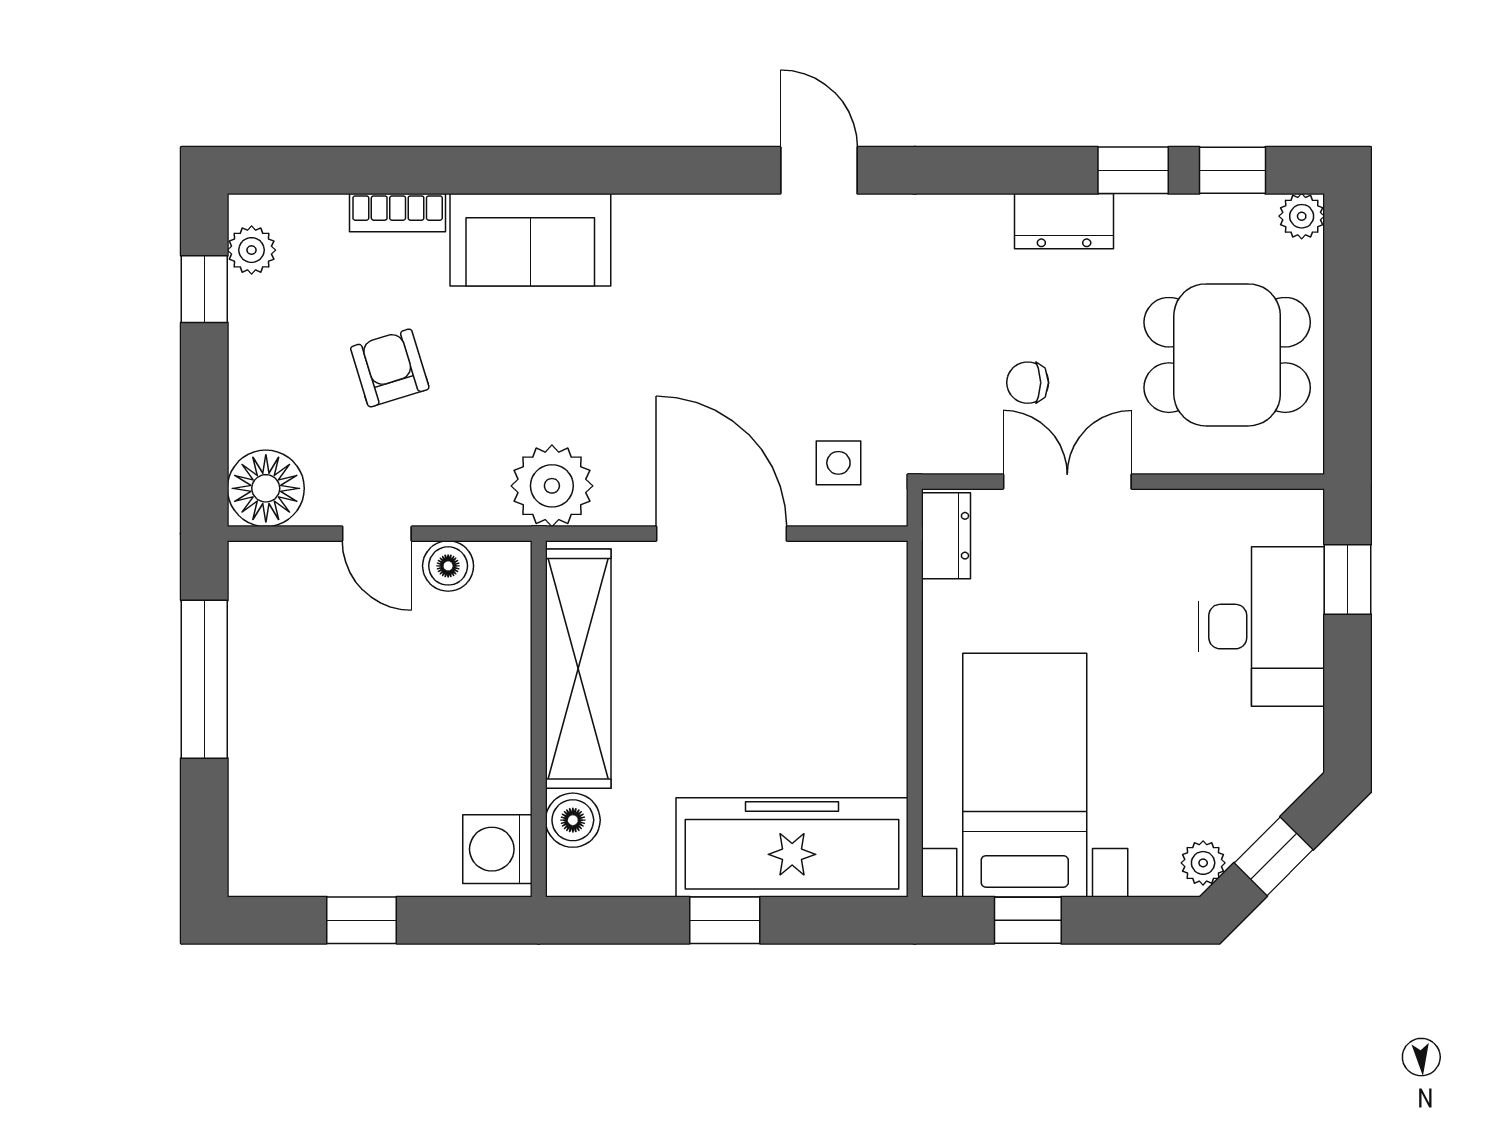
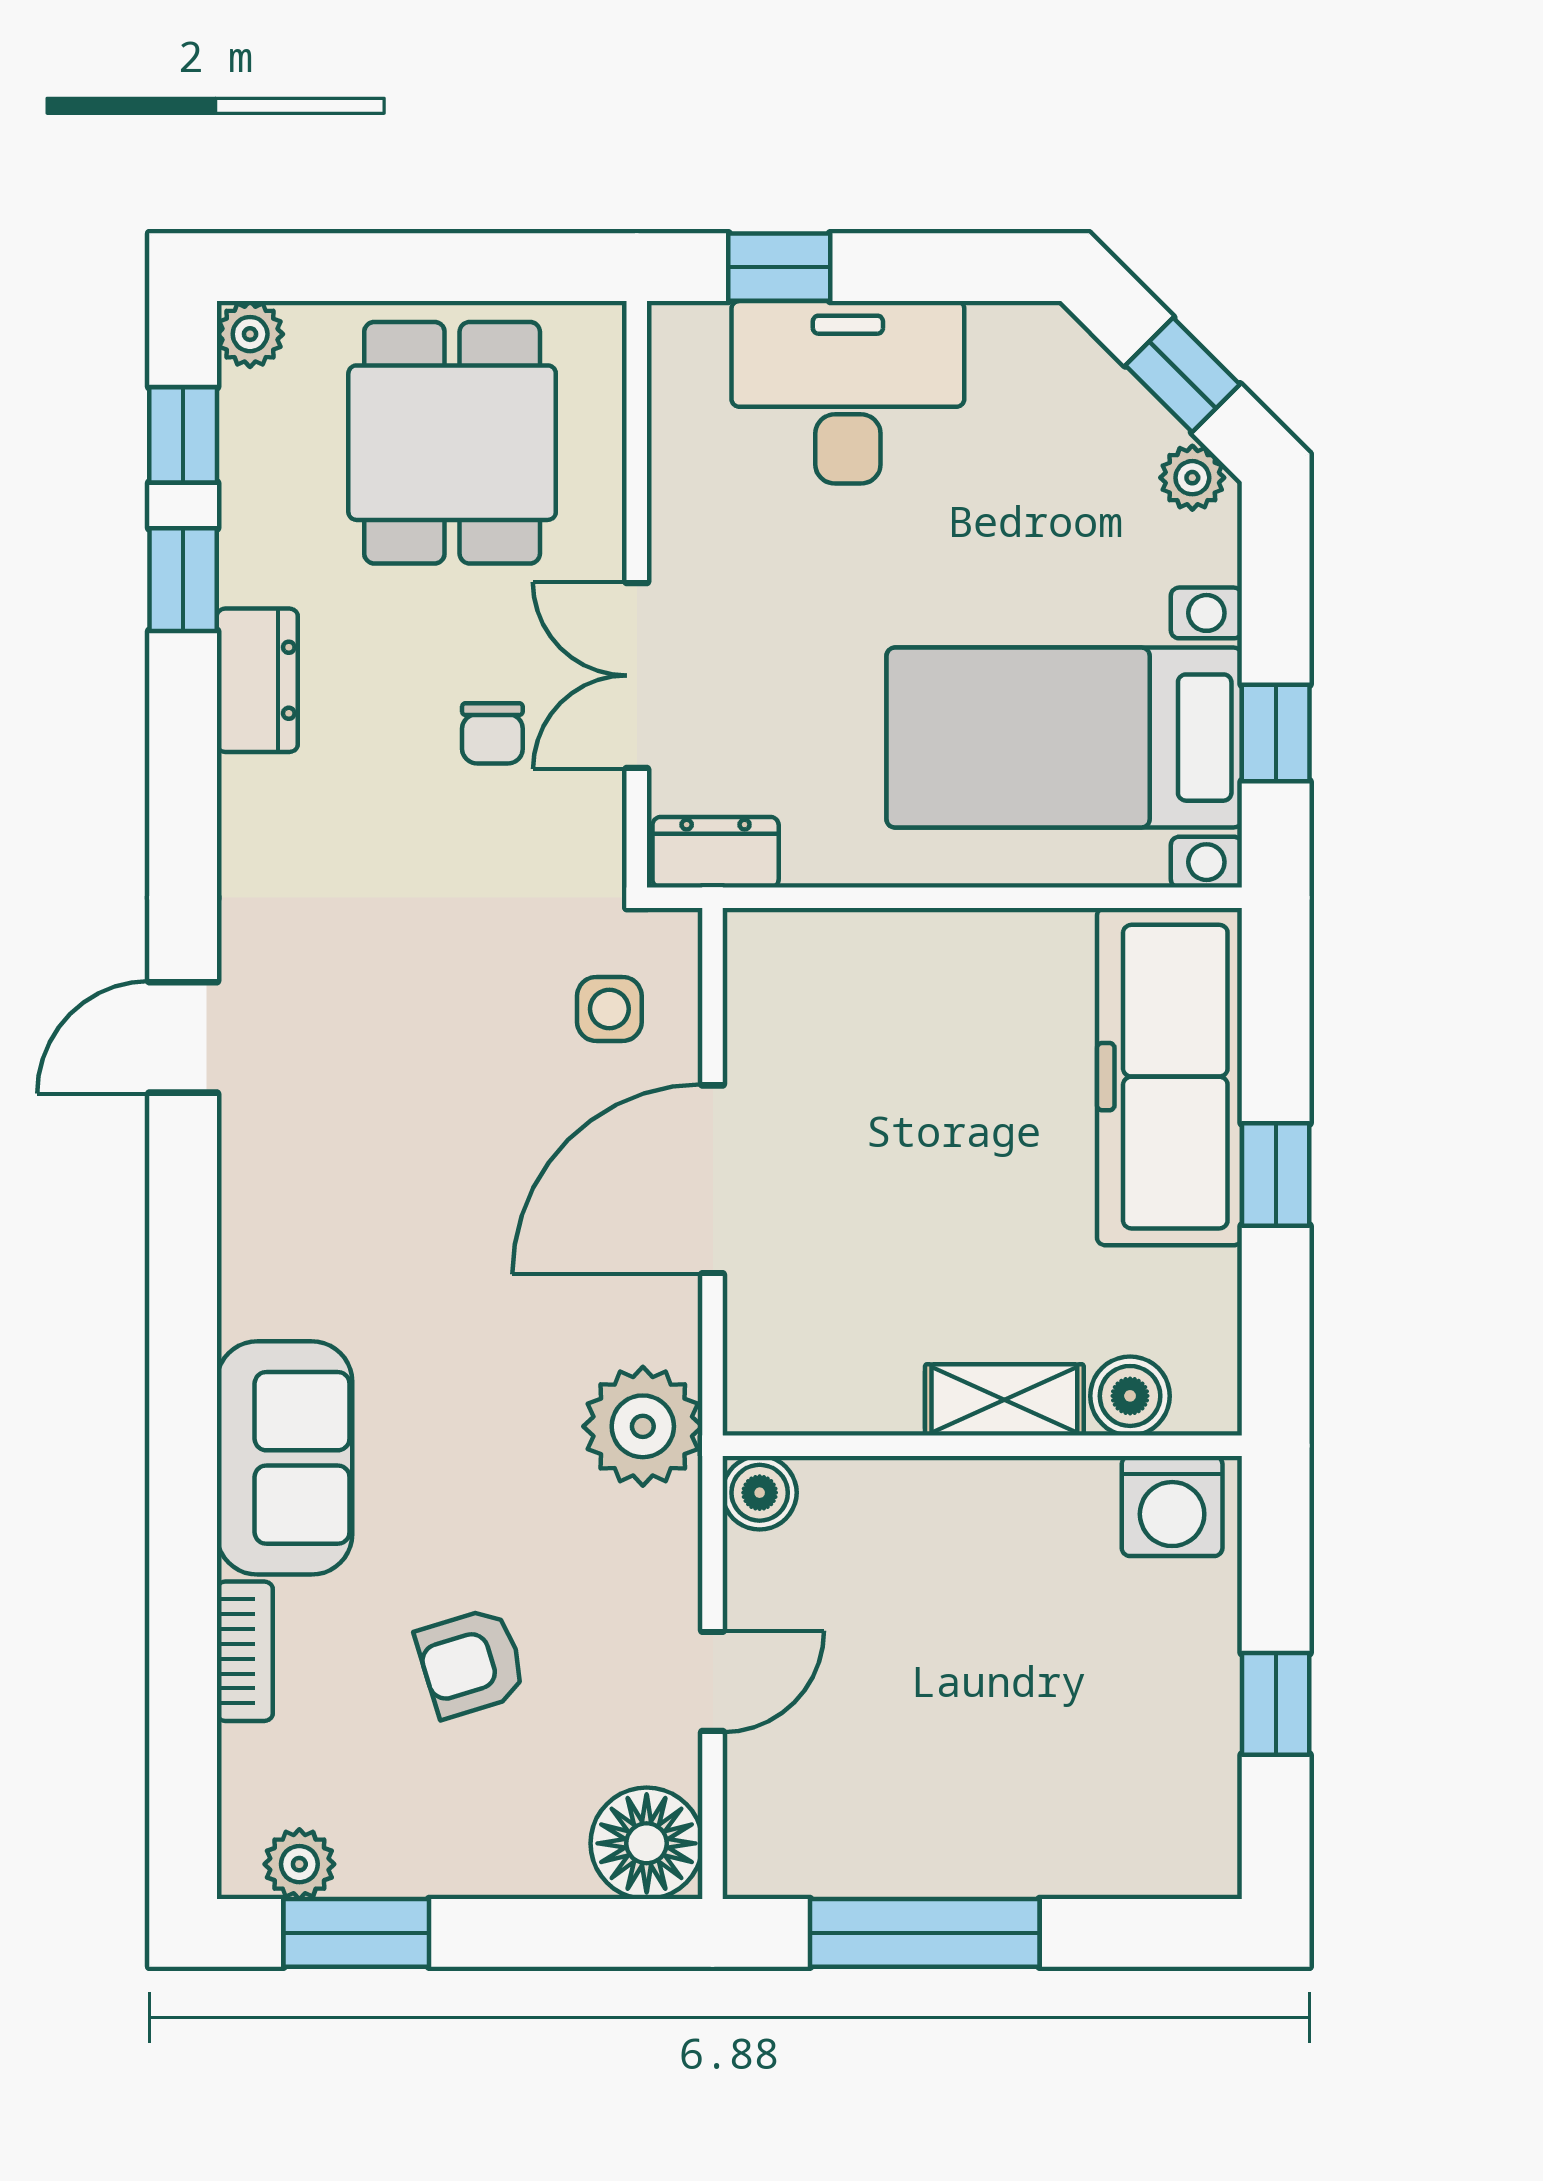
window: (204, 289) -> (356, 1933), width x1.50
boiler: (448, 566) -> (760, 1493), moved
shelving: (578, 669) -> (1004, 1400), width x0.45, depth x0.75

